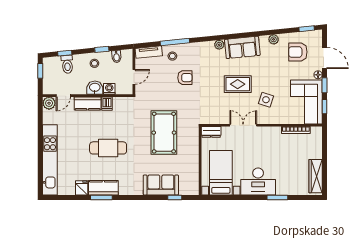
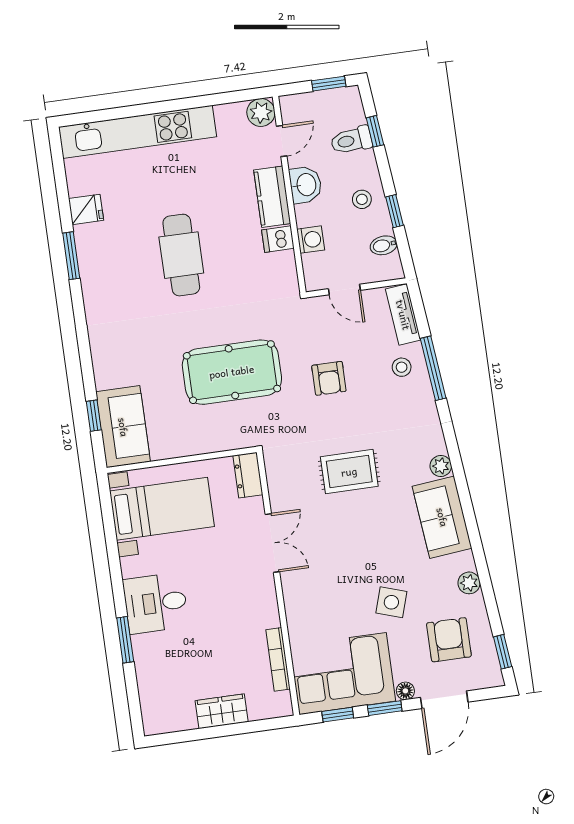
armchair: (185, 78) -> (329, 378), moved
rug: (238, 84) -> (349, 472), moved, turned 90
washbasin: (95, 88) -> (306, 185), moved
door: (63, 96) -> (282, 141), swing flipped
side table: (266, 100) -> (391, 602), moved
wardrobe: (316, 176) -> (222, 711), moved, width x0.67
desk: (258, 181) -> (156, 603), width x0.73
sofa: (161, 185) -> (123, 427), moved
kitchen counter: (103, 188) -> (93, 257), removed

